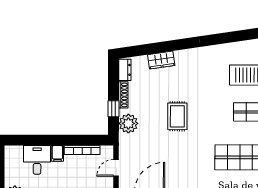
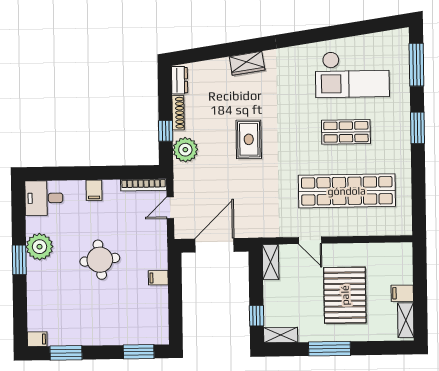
wardrobe: (161, 60) -> (247, 63), moved
bookcase: (82, 150) -> (144, 185), moved
desk: (37, 160) -> (44, 198), moved, turned -90

